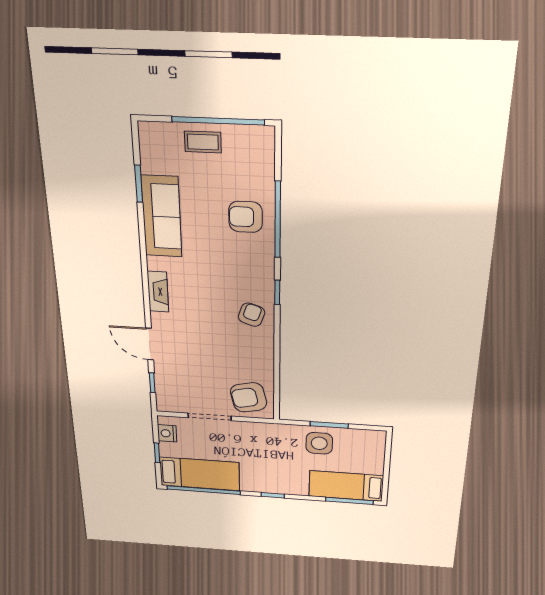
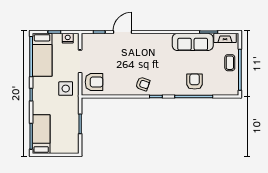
fireplace: (158, 292) -> (225, 38), moved
armchair: (249, 397) -> (94, 82), turned 103
side table: (319, 443) -> (66, 89), moved

